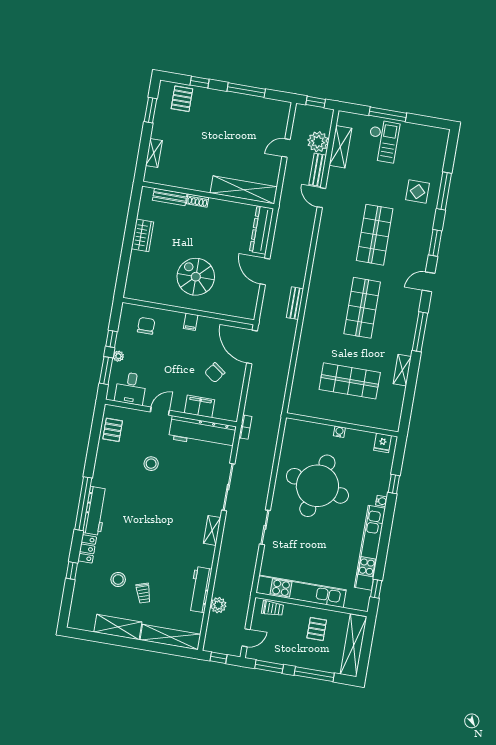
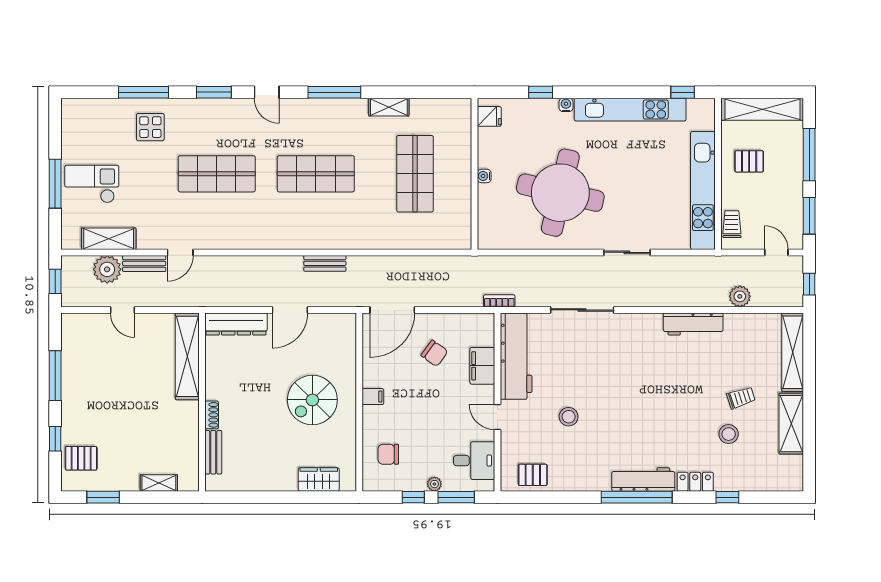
wardrobe: (142, 235) -> (319, 479), moved
shelving: (212, 530) -> (643, 321), removed
workbench: (200, 590) -> (693, 324), moved

